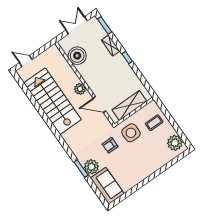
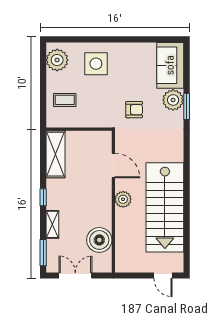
double door: (77, 25) -> (75, 275), swing flipped
shelving: (129, 105) -> (56, 154), moved, turned 90
side table: (131, 133) -> (96, 64), moved

